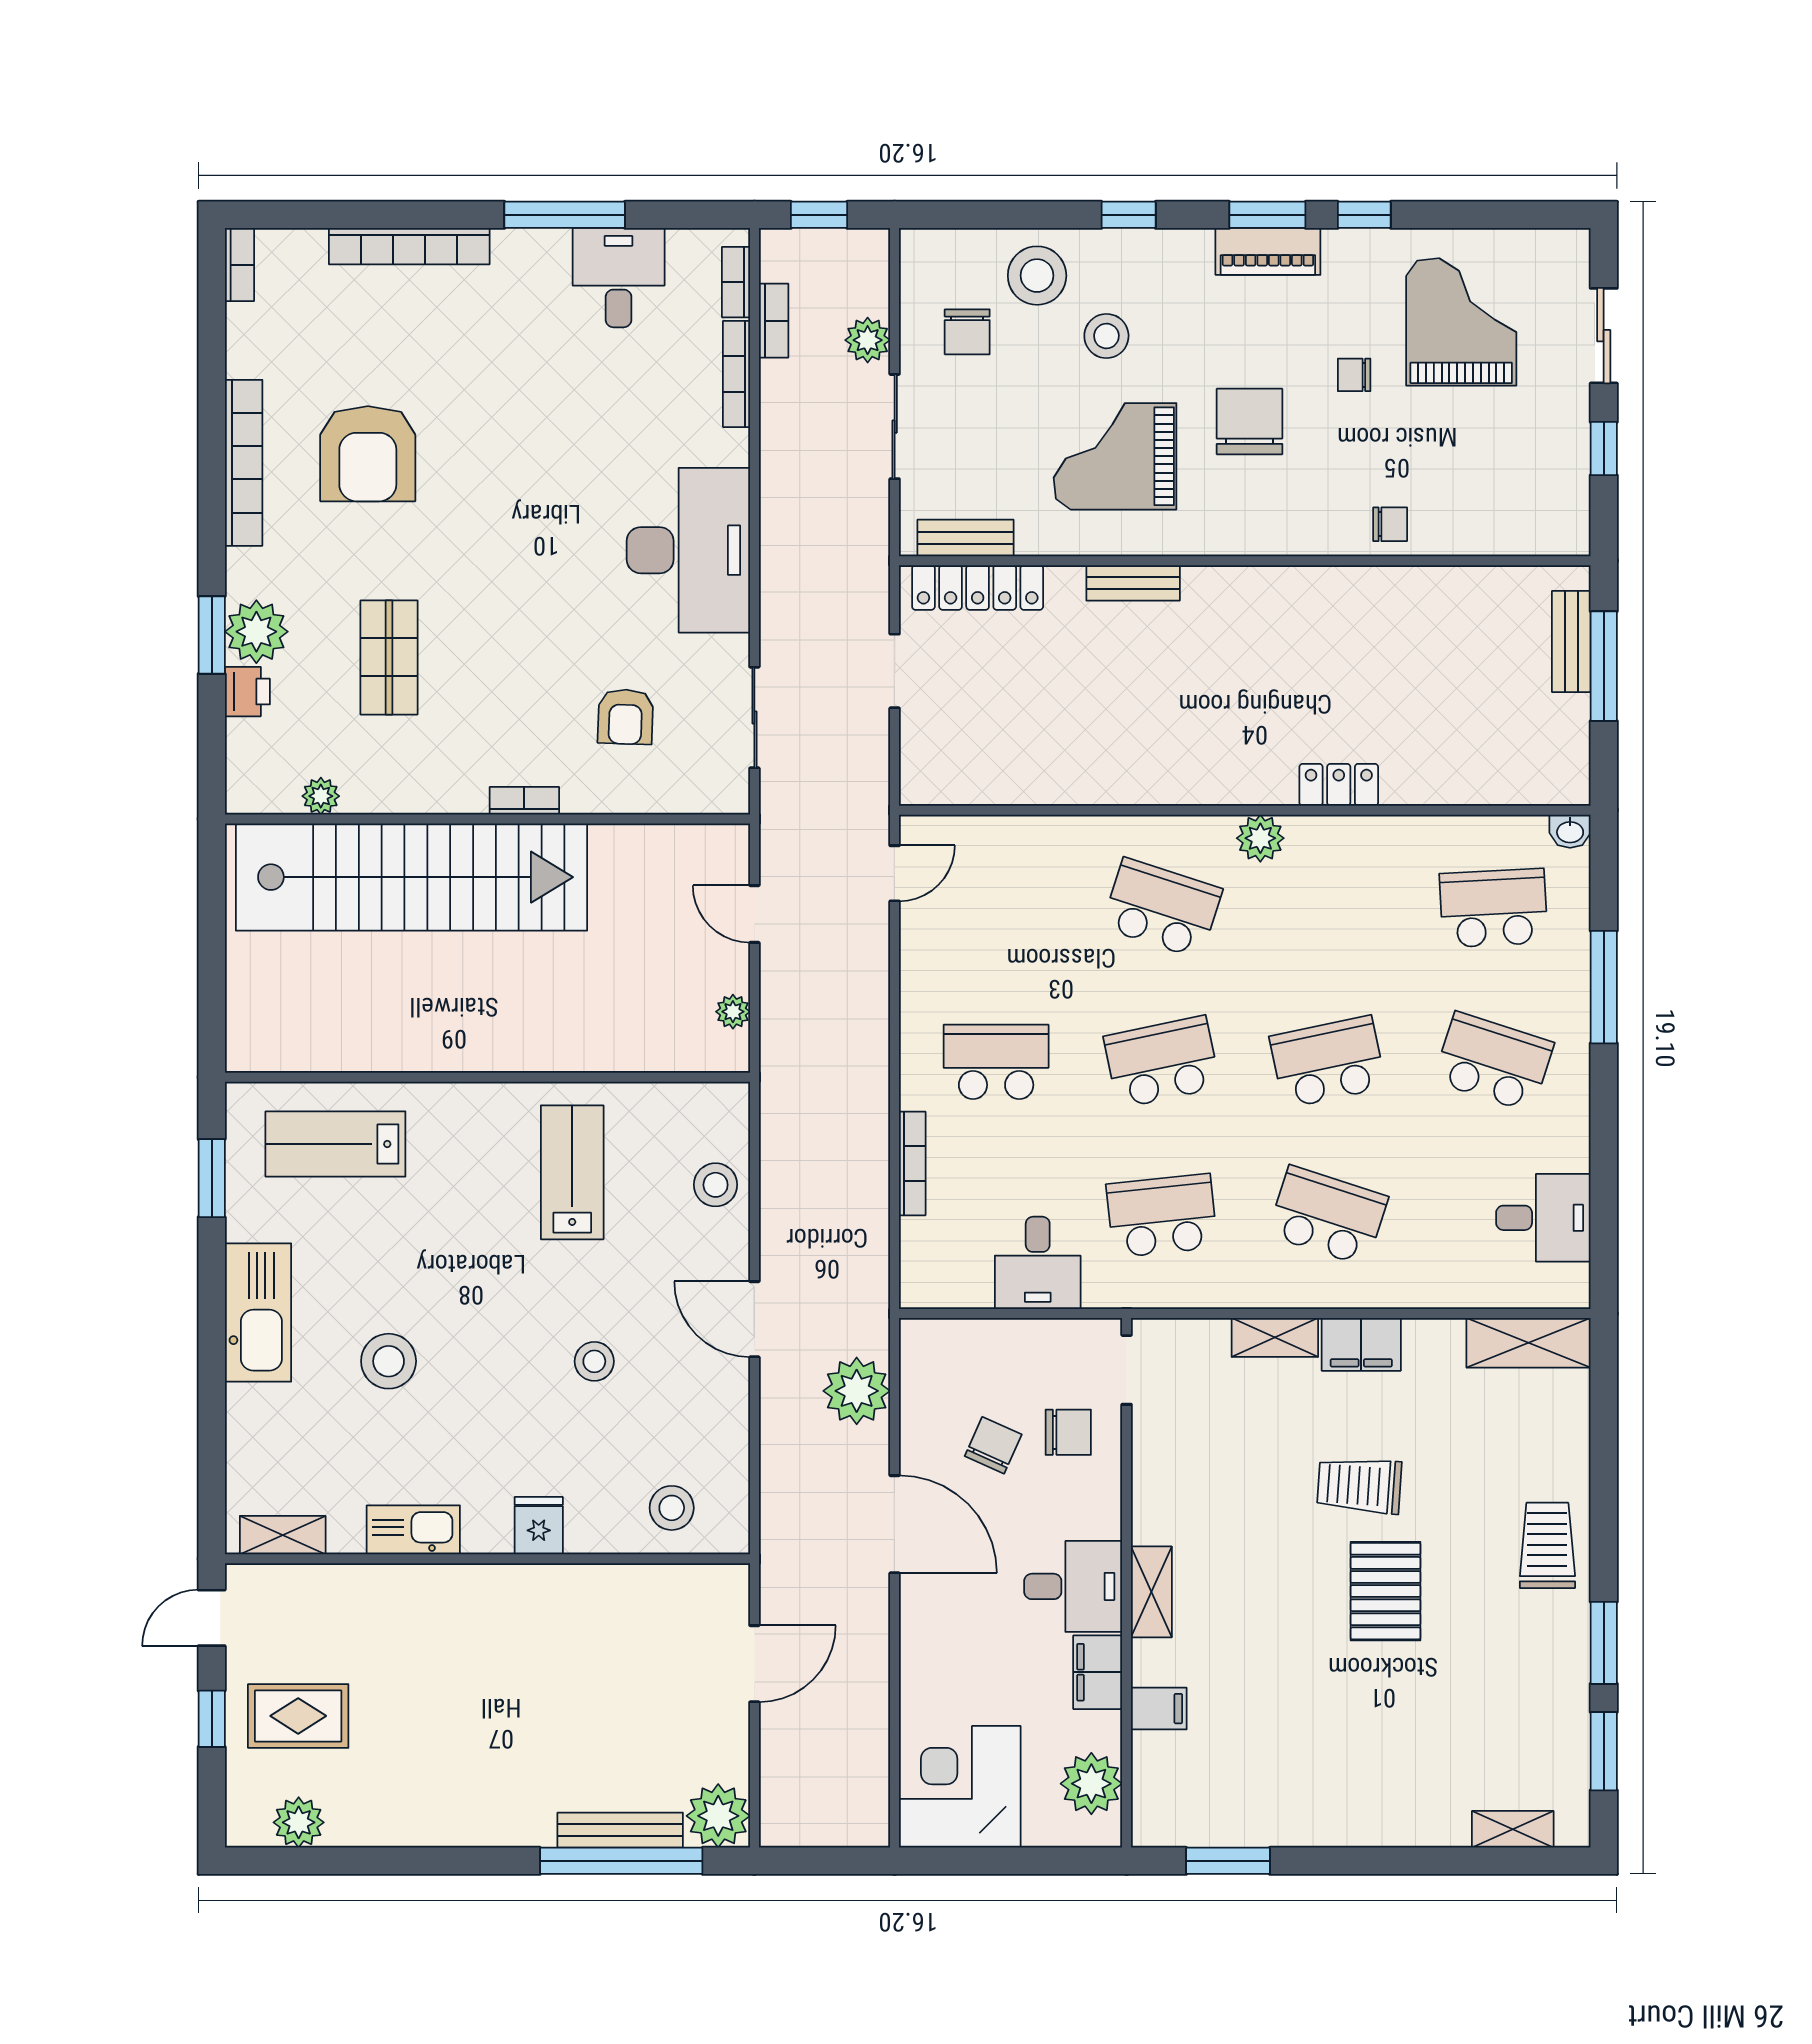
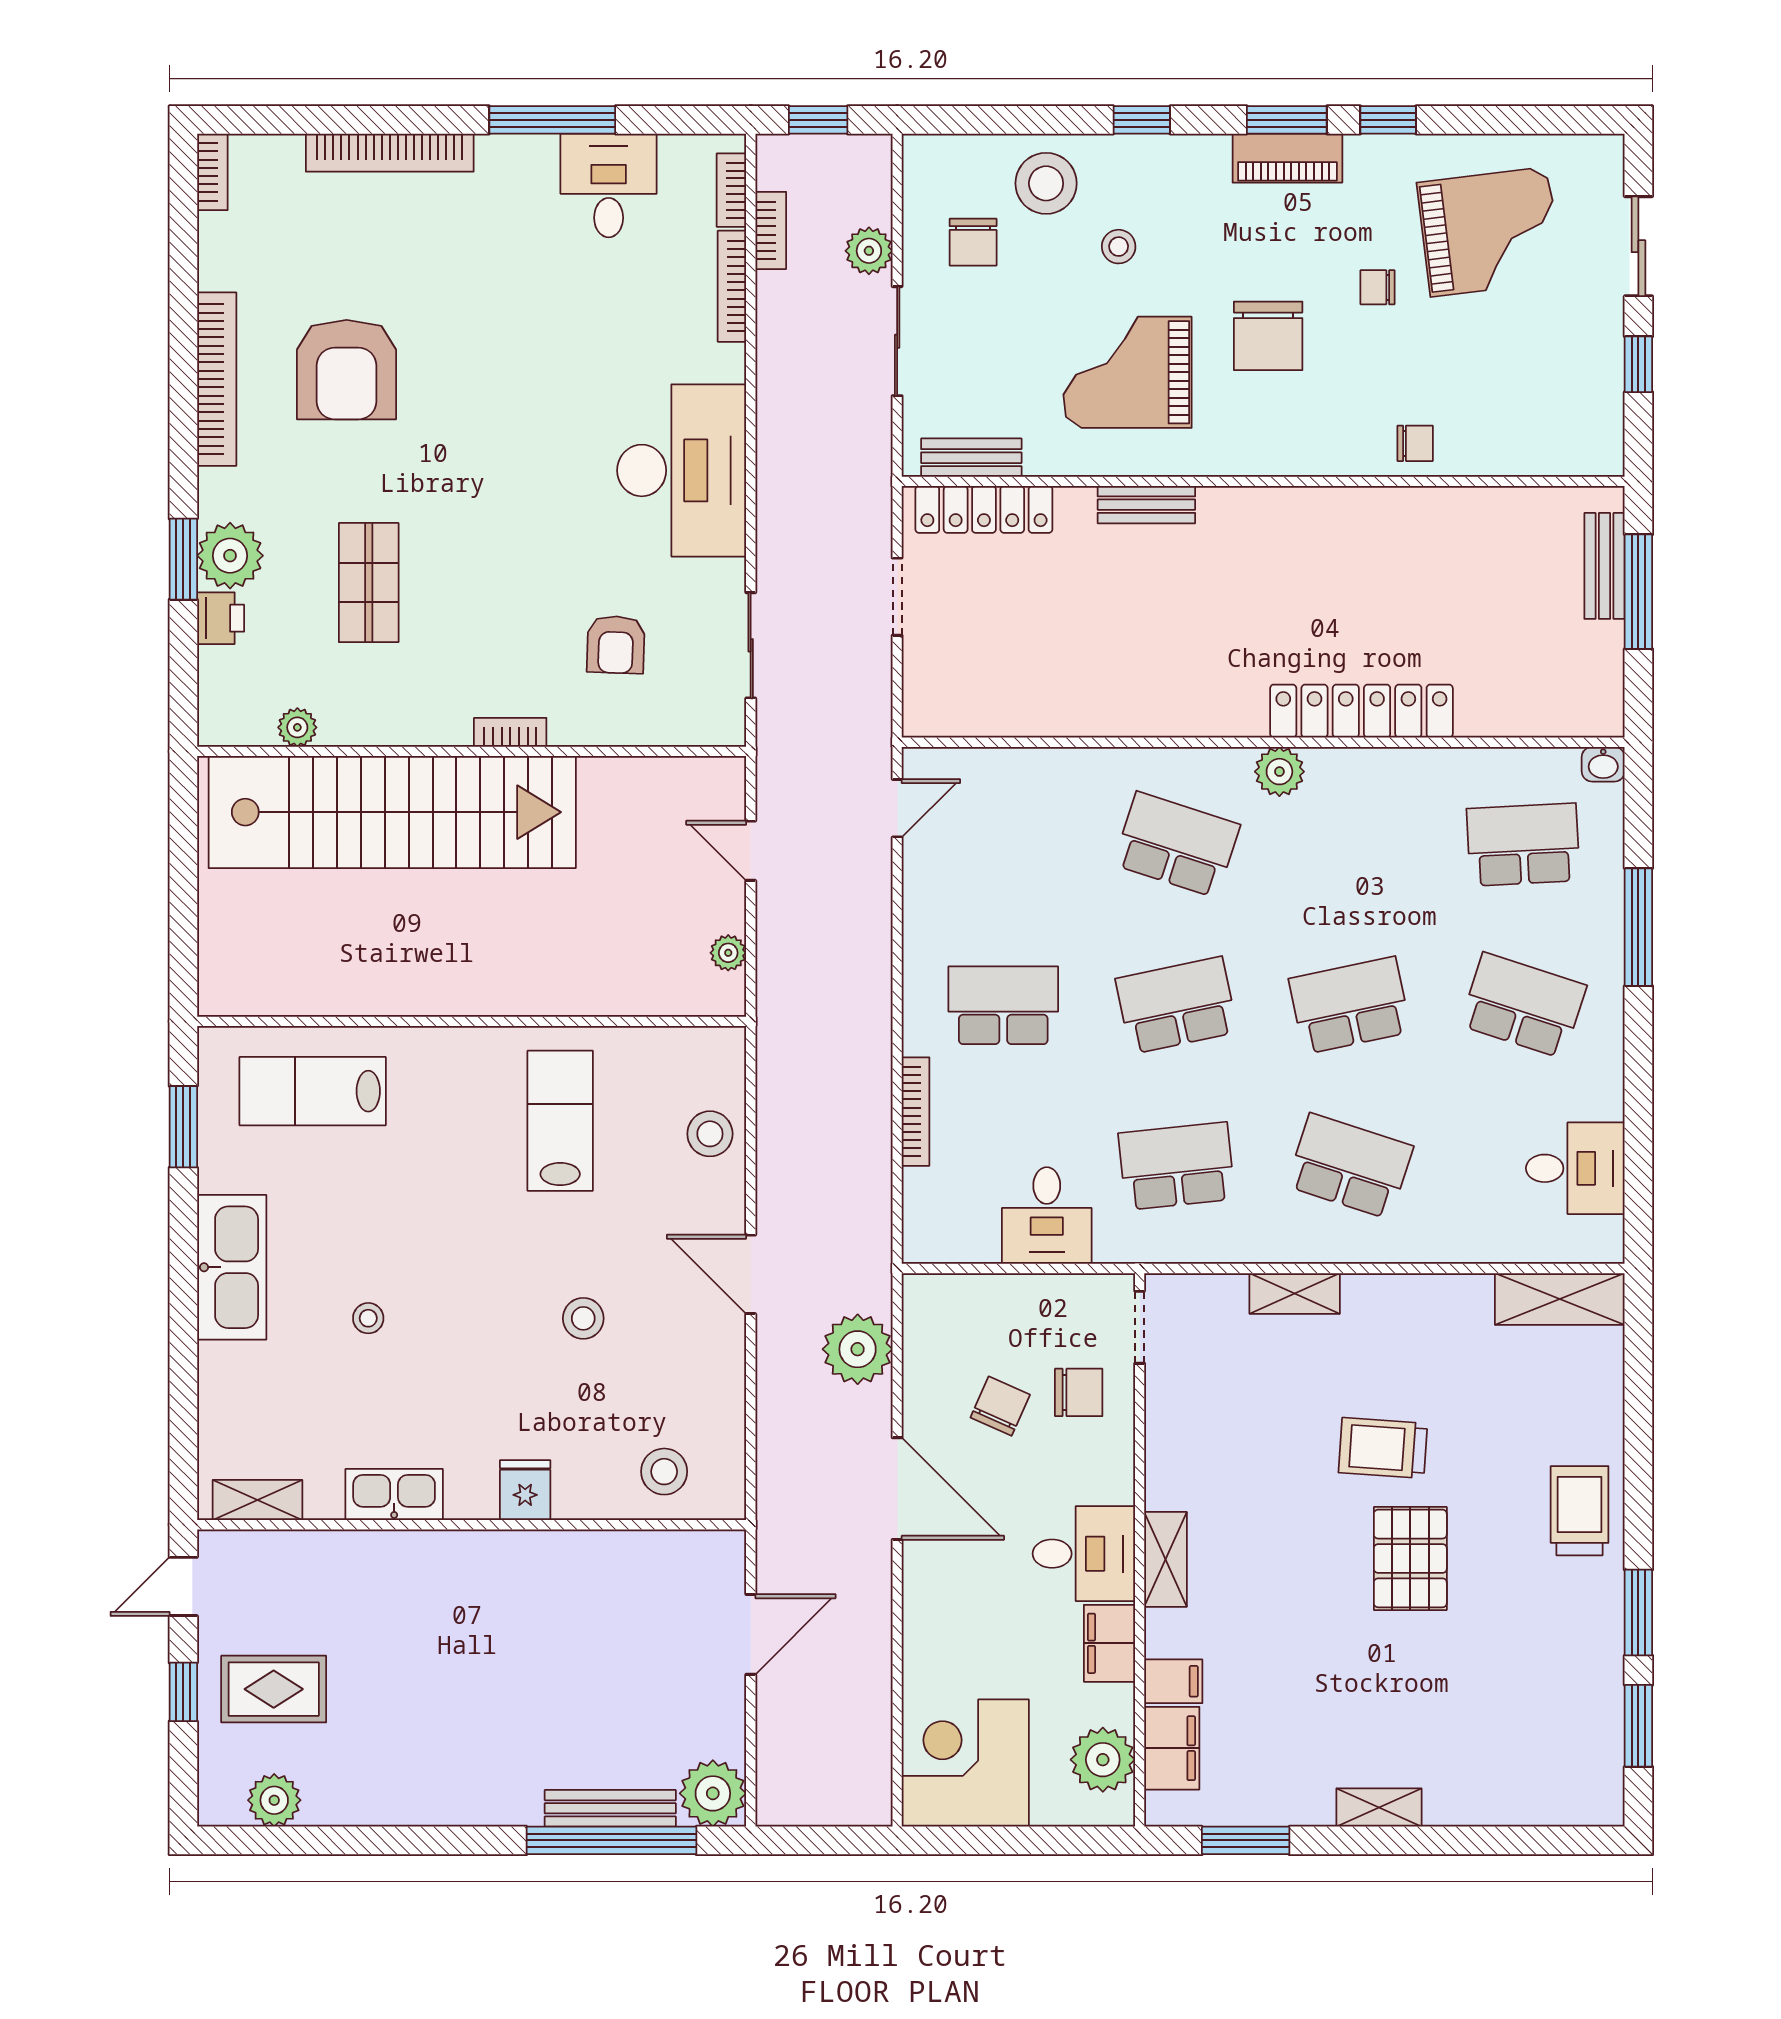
grand piano: (1461, 322) -> (1489, 232), turned 83
stool: (1106, 336) -> (1119, 247), width x0.73, depth x0.73
chair: (1249, 421) -> (1268, 336), turned 180
locker: (1339, 785) -> (1361, 711), width x2.16, depth x1.21
filing cabinet: (1361, 1344) -> (1172, 1748), moved, turned -90
stool: (389, 1361) -> (368, 1318), width x0.53, depth x0.53
shelving: (1513, 1829) -> (1379, 1808), moved

